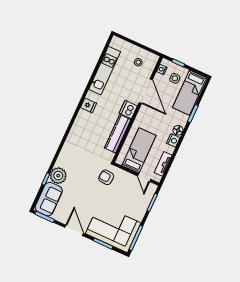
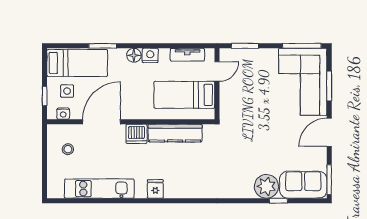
armchair: (106, 177) -> (240, 122), removed

